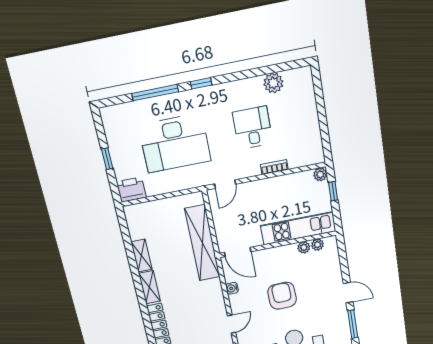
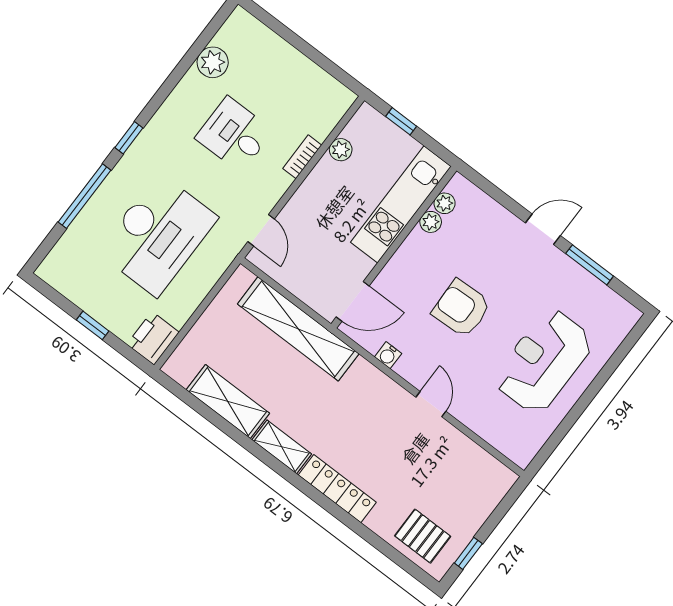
plant: (320, 174) -> (341, 150), moved
shelving: (142, 256) -> (228, 401), width x1.50, depth x1.33

